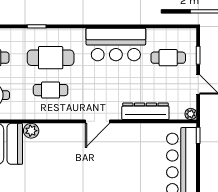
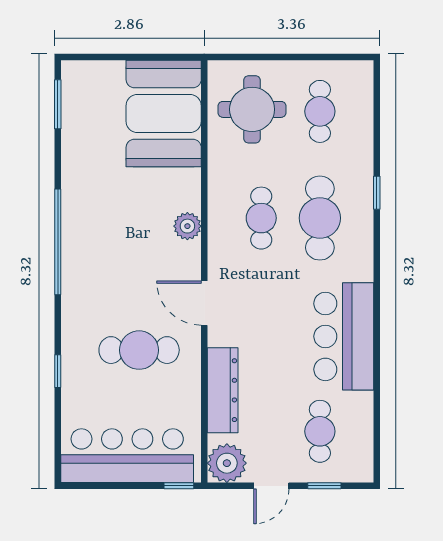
plant: (191, 114) -> (227, 463), width x1.88, depth x1.88
plant: (31, 131) -> (187, 226), moved
cafe table: (123, 157) -> (139, 350), added

